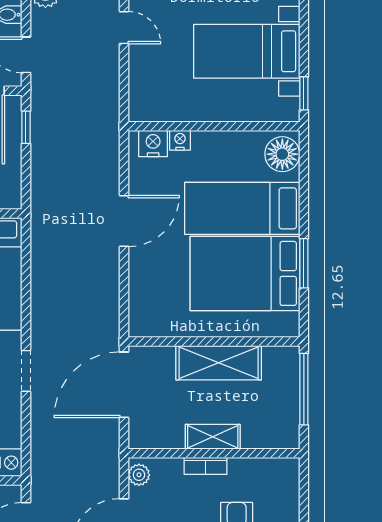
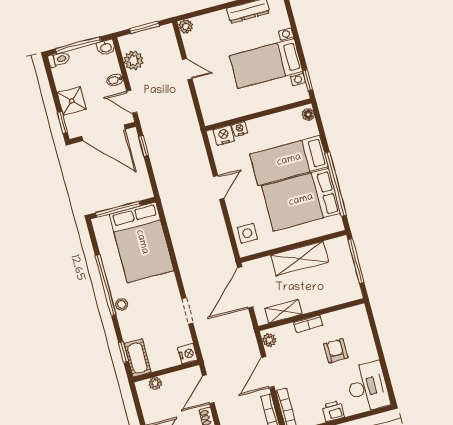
floor lamp: (282, 154) -> (308, 114), width x0.53, depth x0.53
door: (124, 221) -> (219, 187), width x0.73
window: (304, 263) -> (335, 184), width x2.11
side table: (149, 303) -> (247, 233), added
doorway: (26, 371) -> (187, 311), moved
shelving: (213, 437) -> (284, 311), moved

